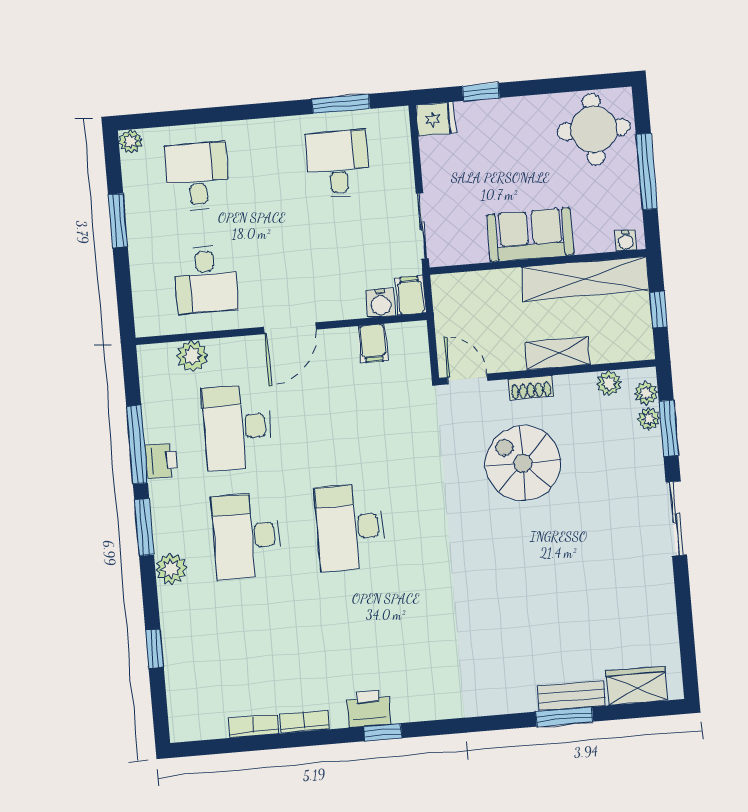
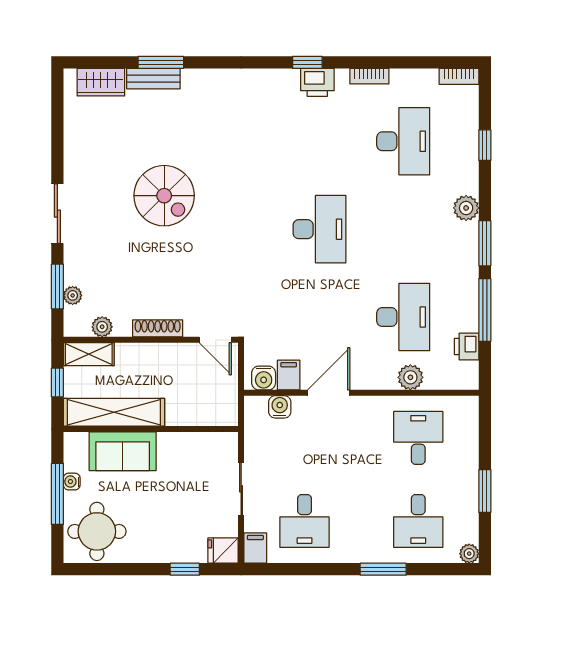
window: (341, 104) -> (383, 569), moved
sliding door: (422, 226) -> (241, 489), moved
sofa: (530, 235) -> (123, 451), moved
water cooler: (626, 240) -> (72, 482), moved, turned -90
filing cabinet: (411, 295) -> (255, 548), moved, turned 180
door: (290, 328) -> (329, 393), moved
water cooler: (404, 337) -> (264, 378), added
shelving: (558, 353) -> (89, 354), moved
plant: (192, 356) -> (410, 377), moved
shoe rack: (531, 388) -> (158, 328), width x1.43
plant: (646, 393) -> (73, 316), removed
printer: (161, 461) -> (467, 346), moved
spiral stairs: (523, 463) -> (164, 196), moved
desk: (247, 536) -> (403, 141), moved
bookcase: (254, 726) -> (459, 76), moved

